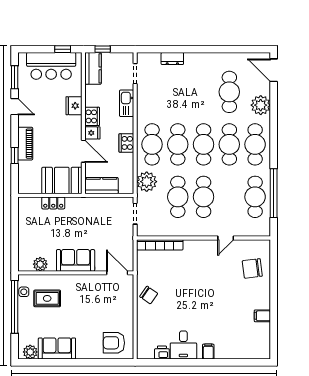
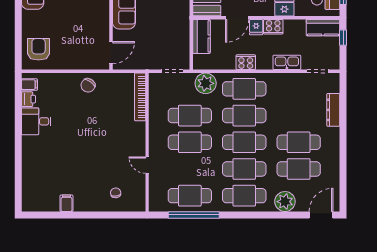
dresser: (172, 59) -> (333, 110), width x1.44
cafe table: (204, 92) -> (299, 142), added
chair: (252, 268) -> (116, 193), width x0.54, depth x0.54
filing cabinet: (208, 352) -> (29, 85), moved

